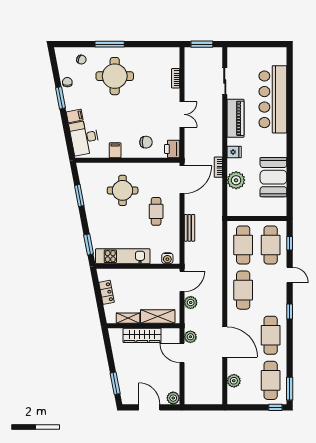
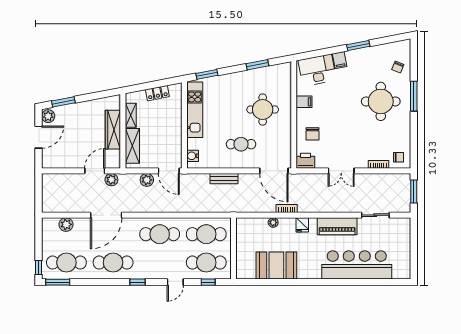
chair: (67, 82) -> (399, 157), moved
plant: (236, 180) -> (273, 223), width x0.53, depth x0.53
plant: (173, 398) -> (48, 116), moved

